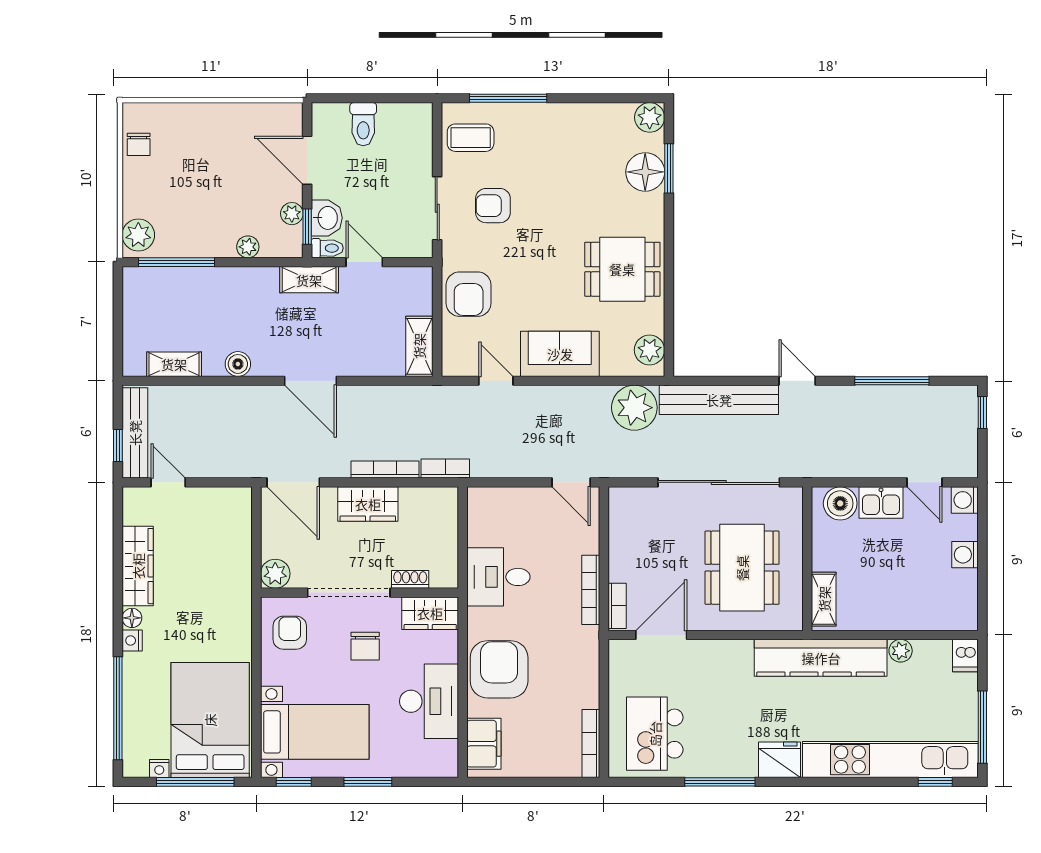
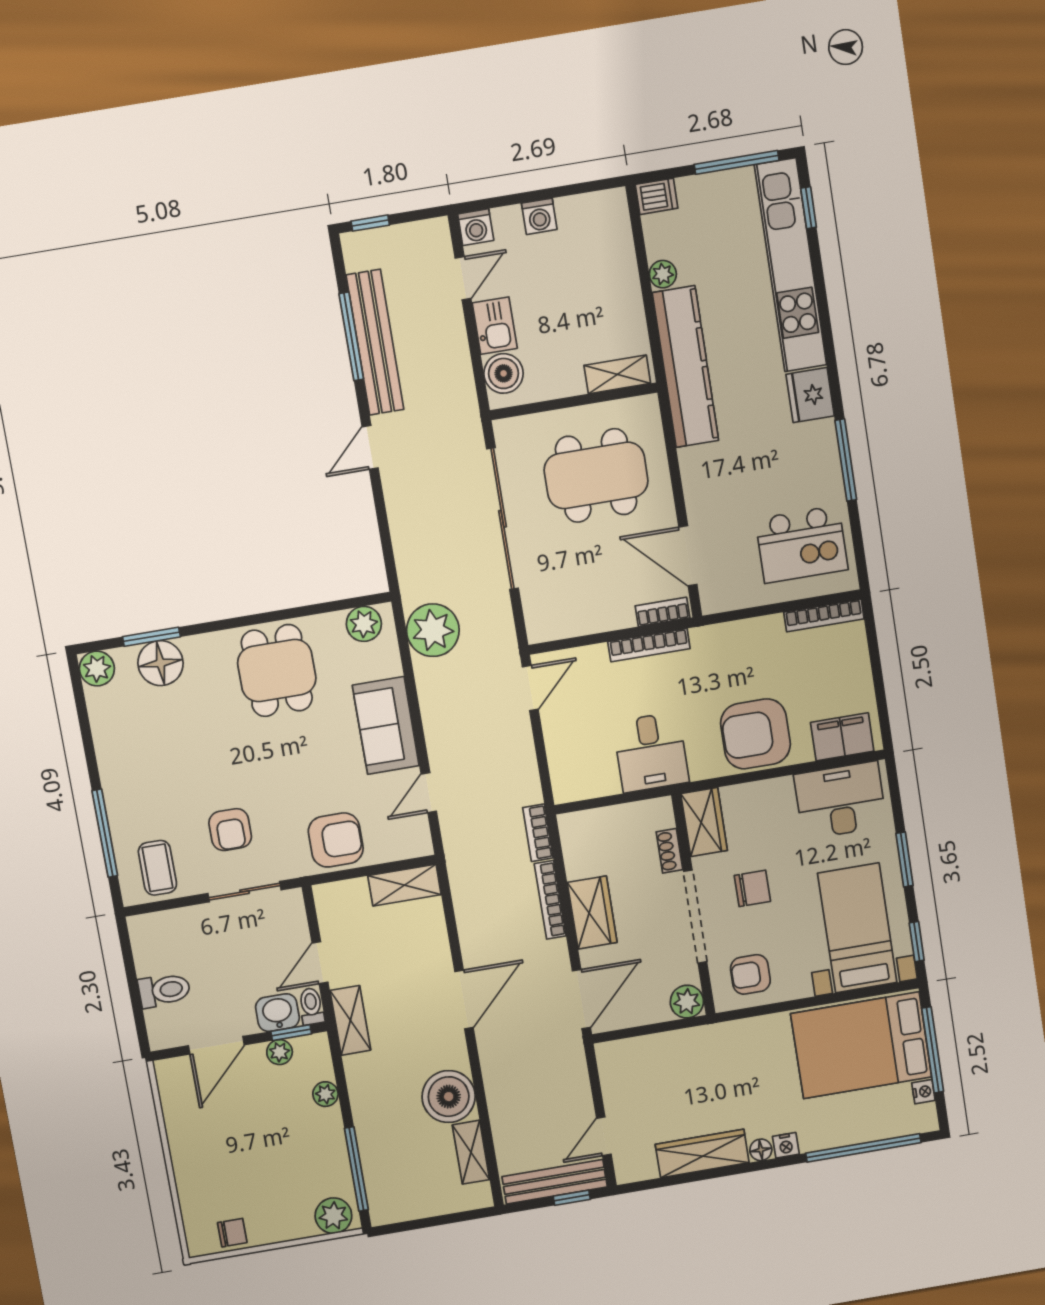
boiler: (238, 364) -> (449, 1097), width x1.86, depth x1.86
bench: (719, 400) -> (375, 342), moved
desk: (429, 701) -> (840, 800), moved

